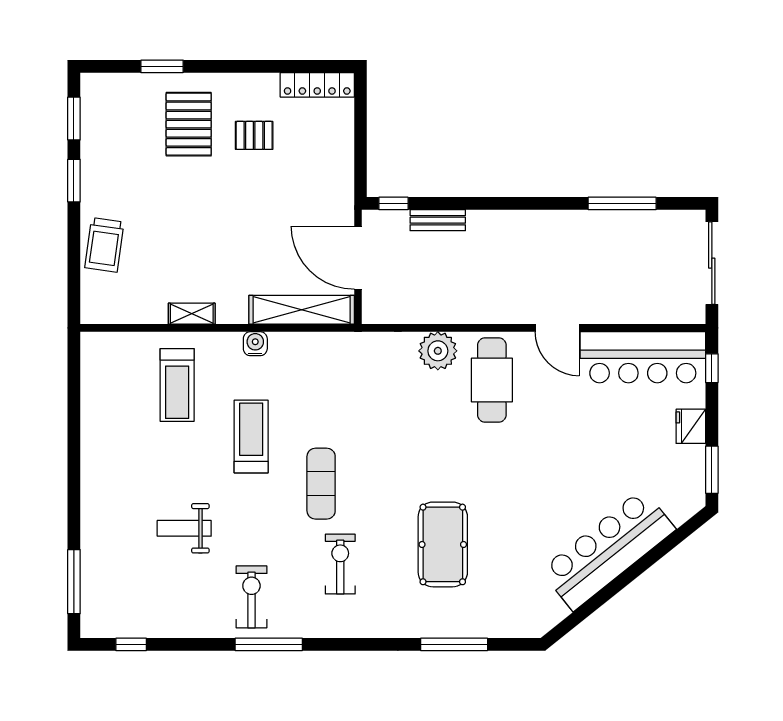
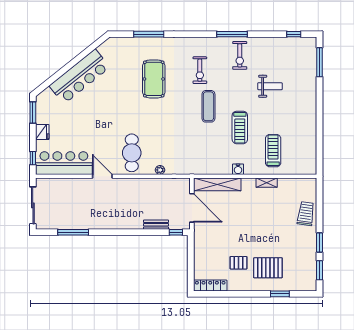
pallet: (189, 124) -> (268, 268), turned 90
plant: (438, 351) -> (160, 170), width x0.53, depth x0.53

